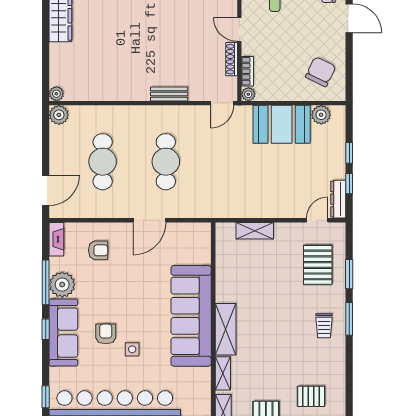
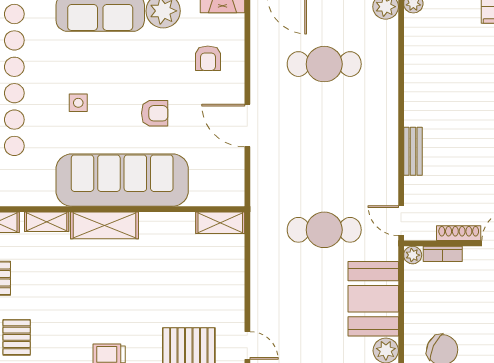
cafe table: (166, 162) -> (324, 230), moved
shelving: (255, 231) -> (220, 223), moved, turned 90
armchair: (106, 334) -> (155, 113), moved

